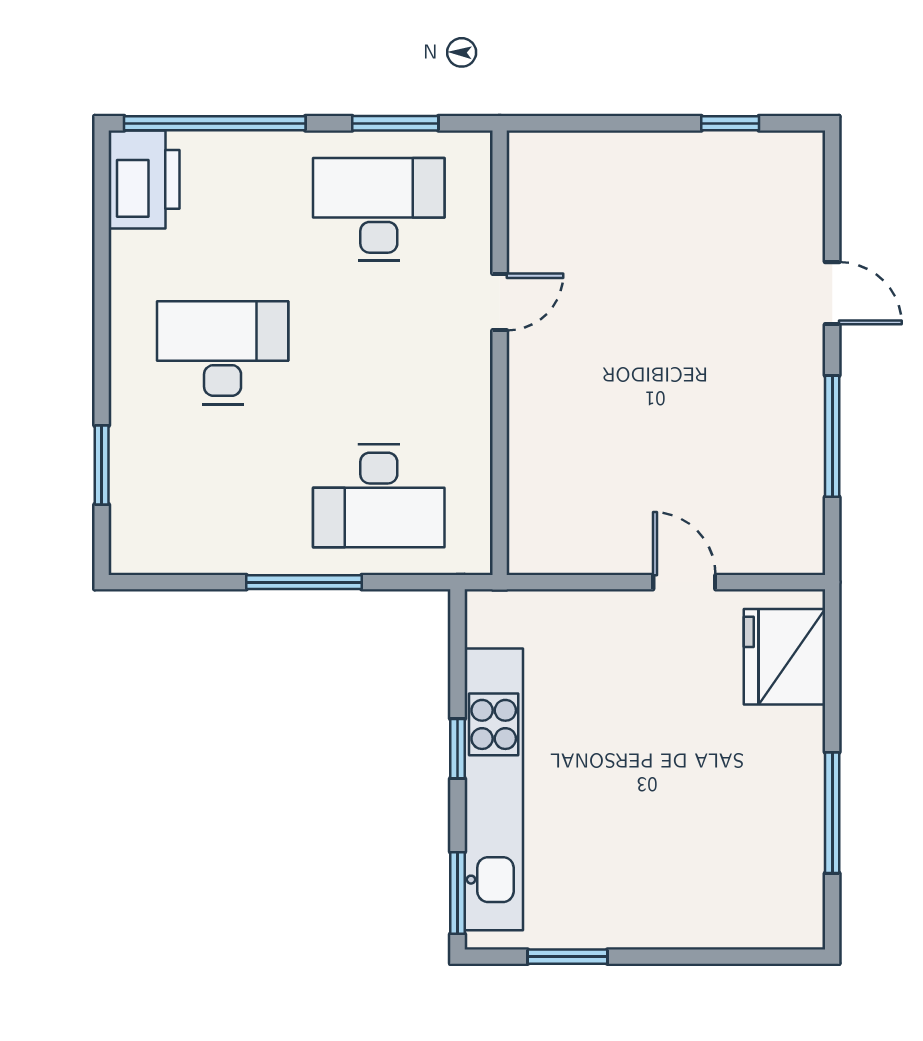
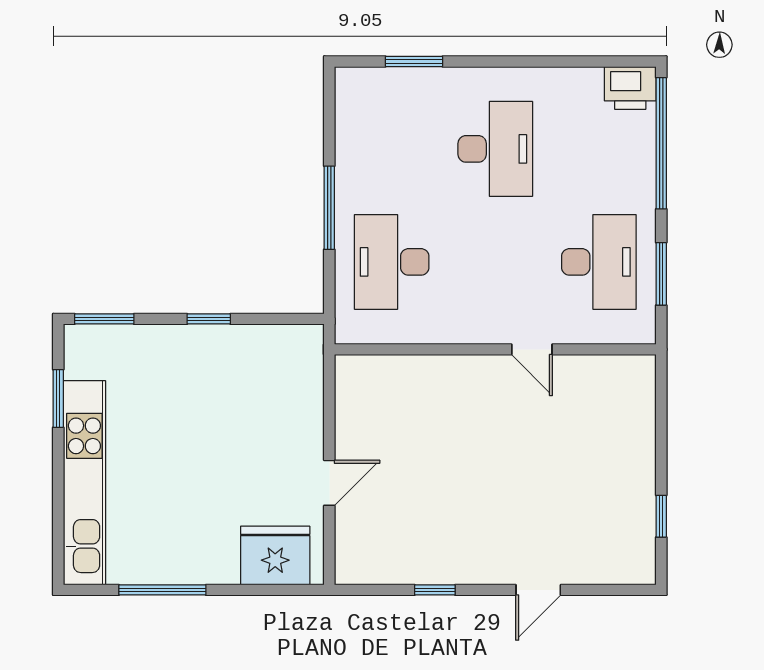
printer: (144, 179) -> (630, 88), width x0.73, depth x0.84
window: (832, 436) -> (435, 590), width x0.46
kitchen unit: (494, 789) -> (84, 483), moved, turned -90

